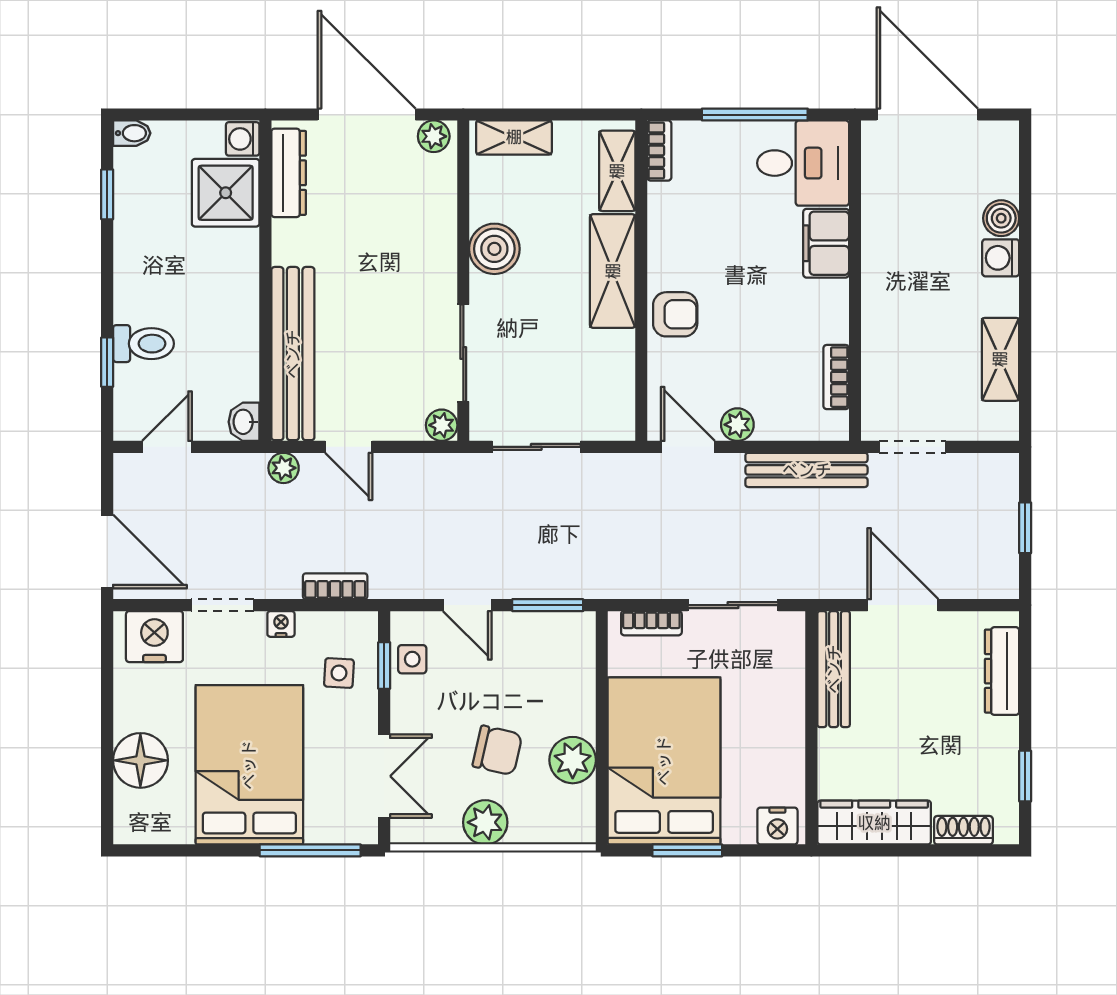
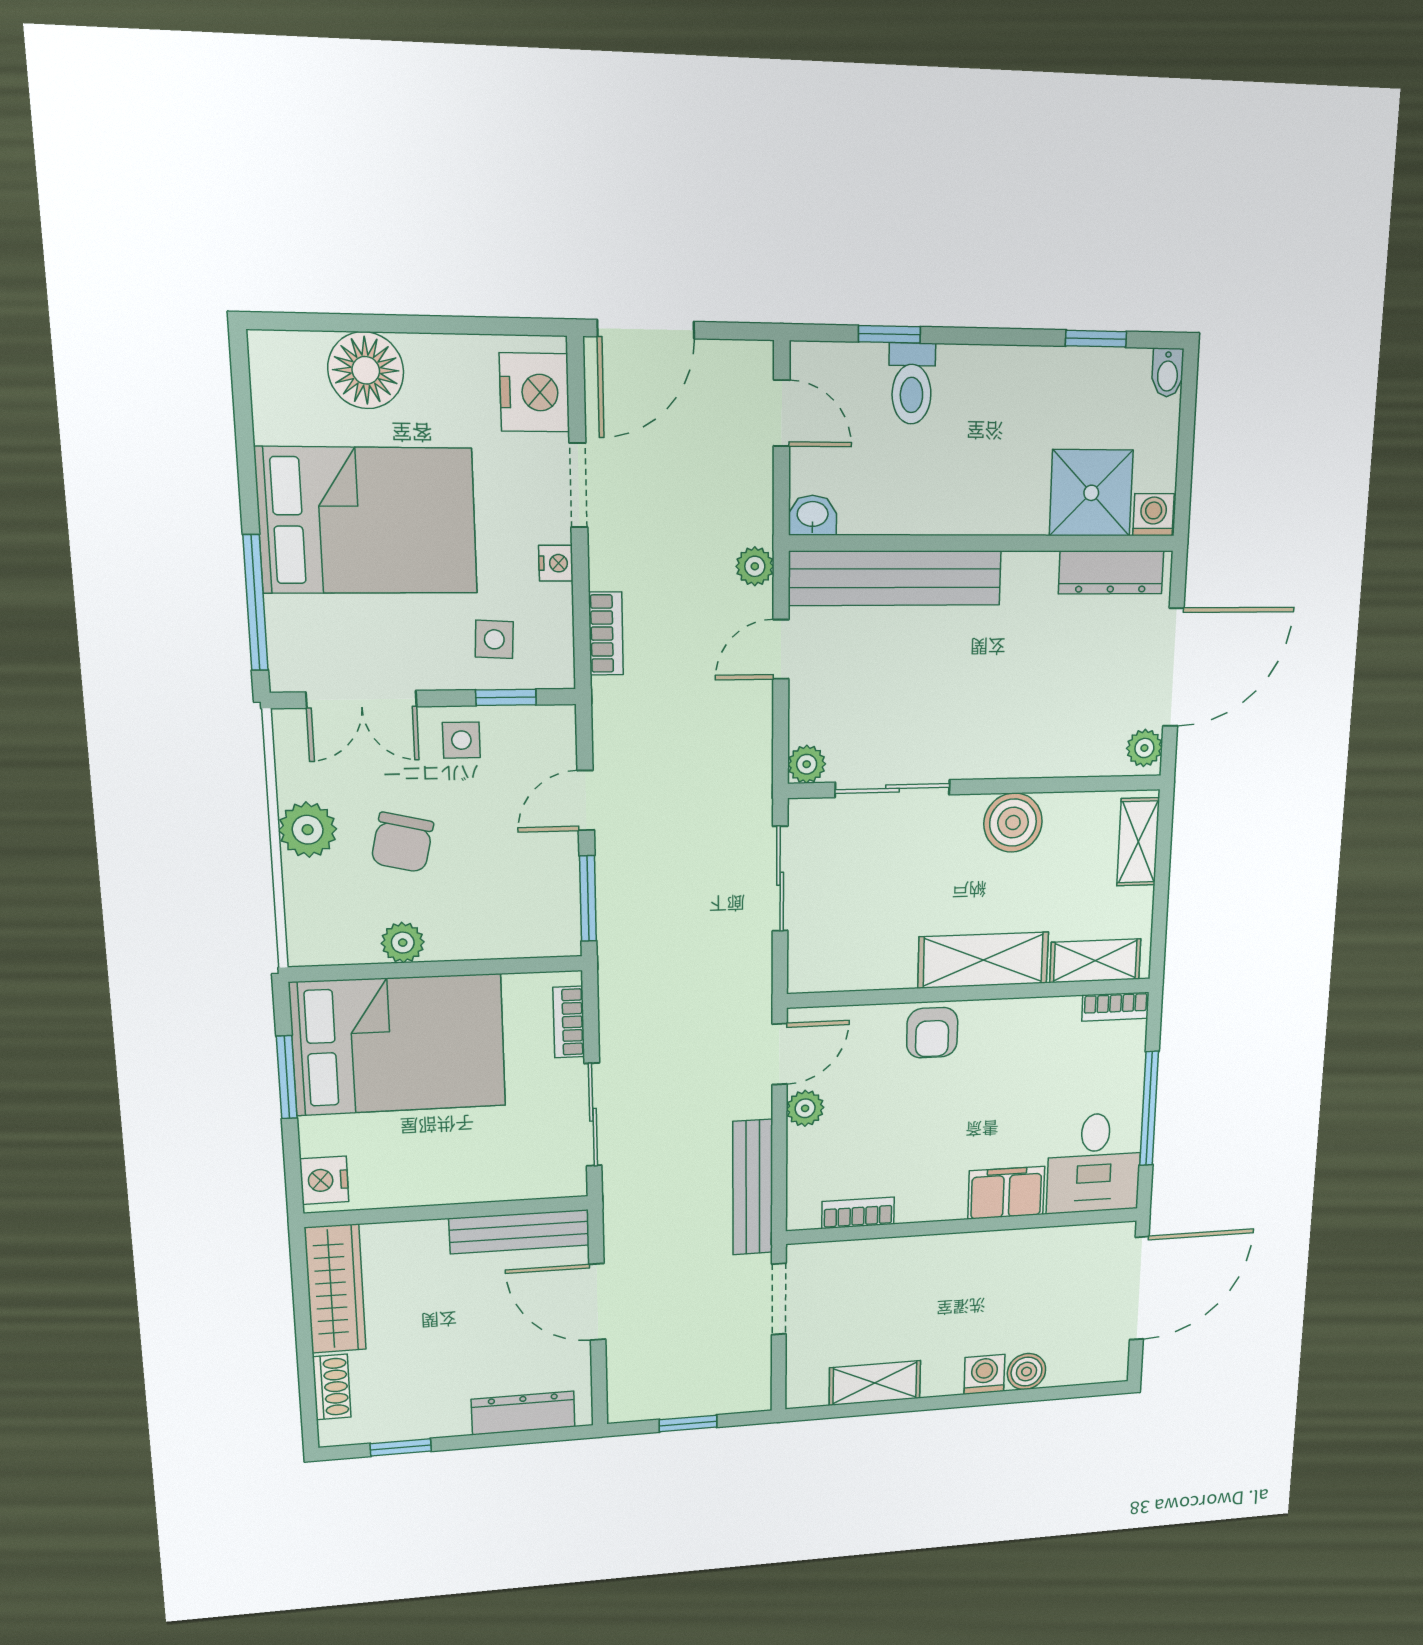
door: (903, 605) -> (597, 1302), swing flipped
side table: (412, 659) -> (461, 740), moved
plant: (573, 760) -> (403, 943), width x0.73, depth x0.73

